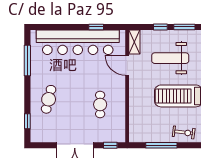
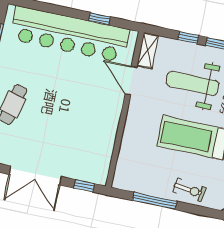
cafe table: (100, 104) -> (82, 127), removed

